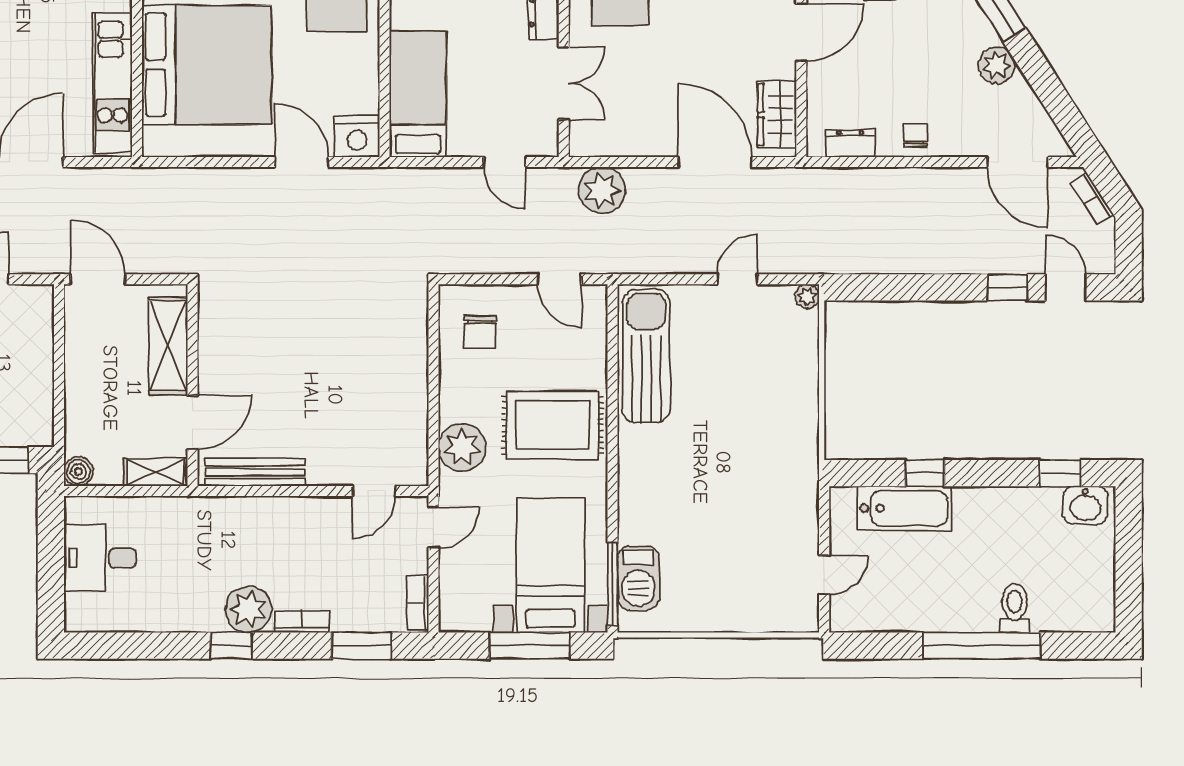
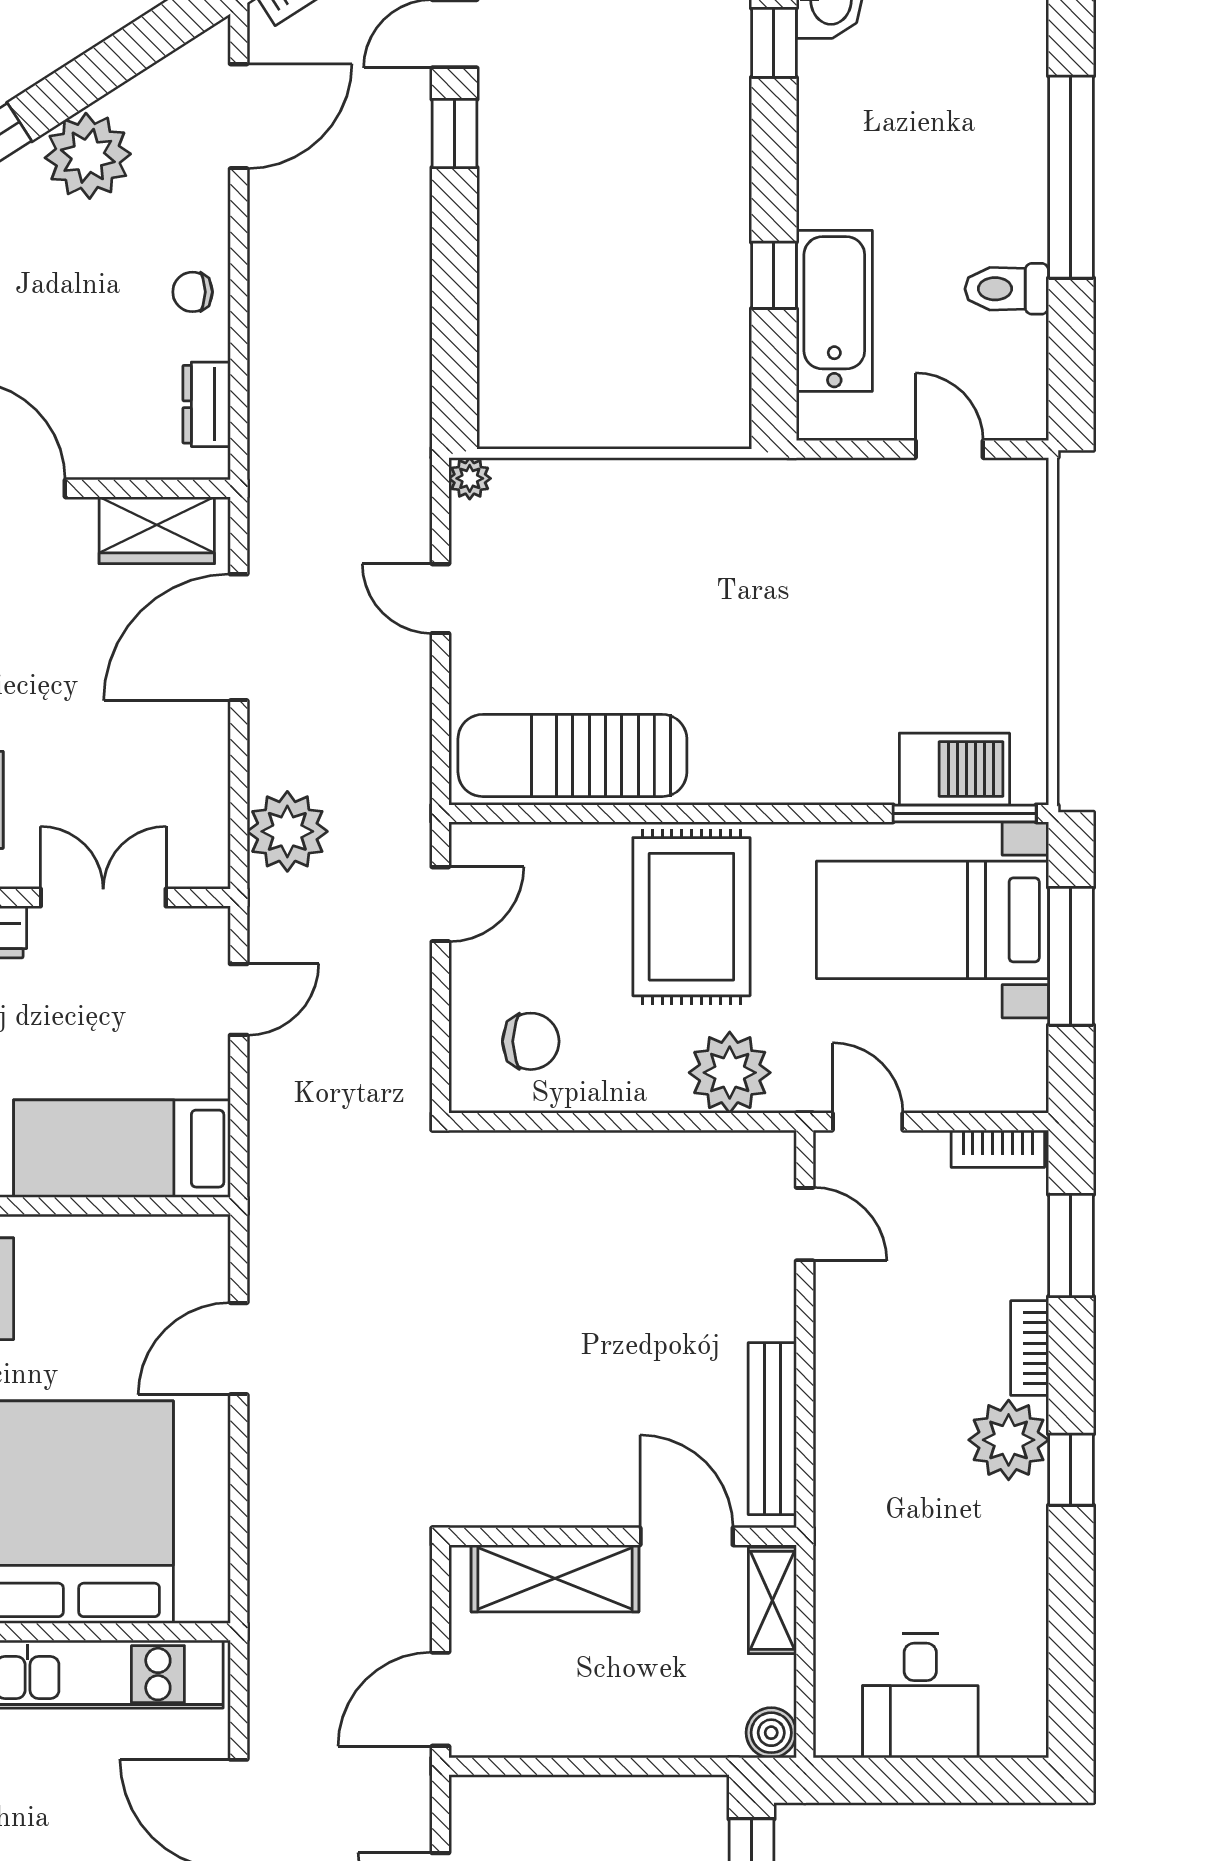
plant: (997, 65) -> (88, 156), width x1.36, depth x1.36
nightstand: (357, 137) -> (195, 1253), removed
toilet: (1014, 608) -> (1007, 289), moved

